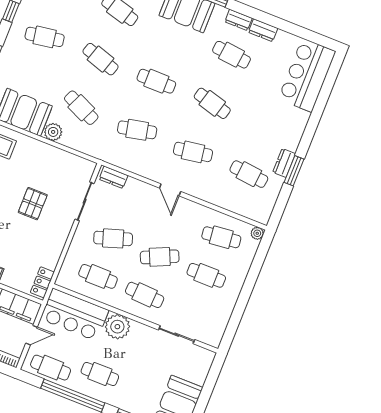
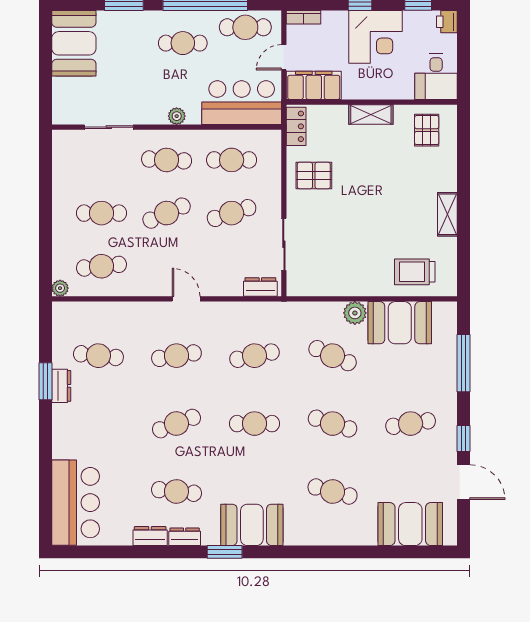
cafe table: (212, 103) -> (176, 424), turned -36
pallet: (33, 204) -> (314, 176), moved, turned 90
plant: (117, 327) -> (177, 116), width x0.53, depth x0.53

